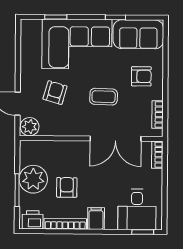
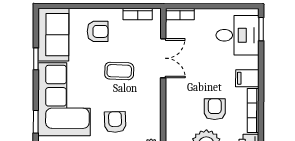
armchair: (141, 76) -> (98, 31), turned 90
armchair: (55, 93) -> (115, 122), turned 72
coffee table: (104, 97) -> (119, 71), turned 90
double door: (115, 139) -> (163, 58), width x0.73
armchair: (67, 187) -> (215, 109), turned 90

